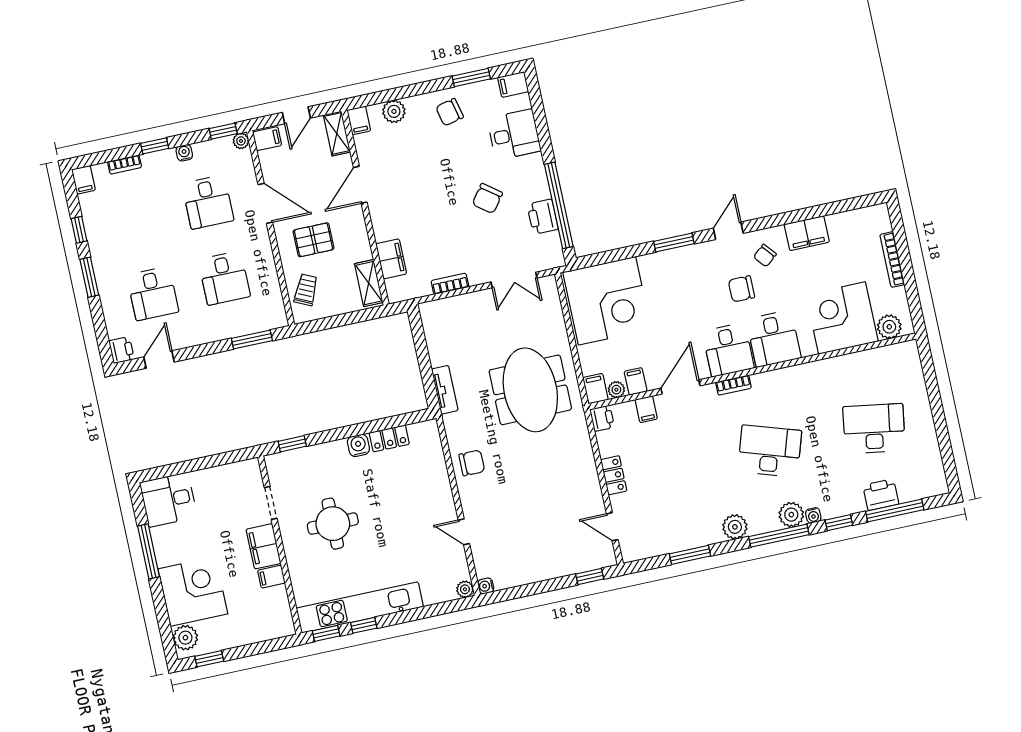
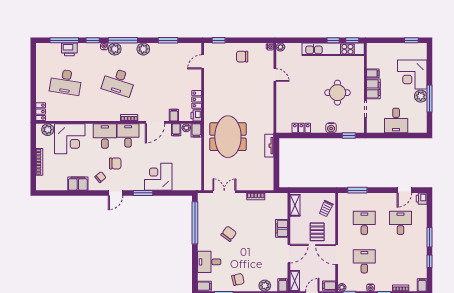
printer: (543, 217) -> (204, 219), removed
pallet: (314, 240) -> (317, 232), turned 90
filing cabinet: (391, 259) -> (282, 228), moved
corner desk: (607, 301) -> (158, 177), moved, width x0.74, depth x0.74
locker: (911, 359) -> (41, 112), added
water cooler: (358, 445) -> (331, 128), moved
chair: (472, 463) -> (242, 57), moved
locker: (614, 475) -> (197, 99), moved
desk: (168, 500) -> (396, 120), moved, turned 90
door: (612, 527) -> (203, 62), swing flipped
plant: (185, 638) -> (421, 96), moved

